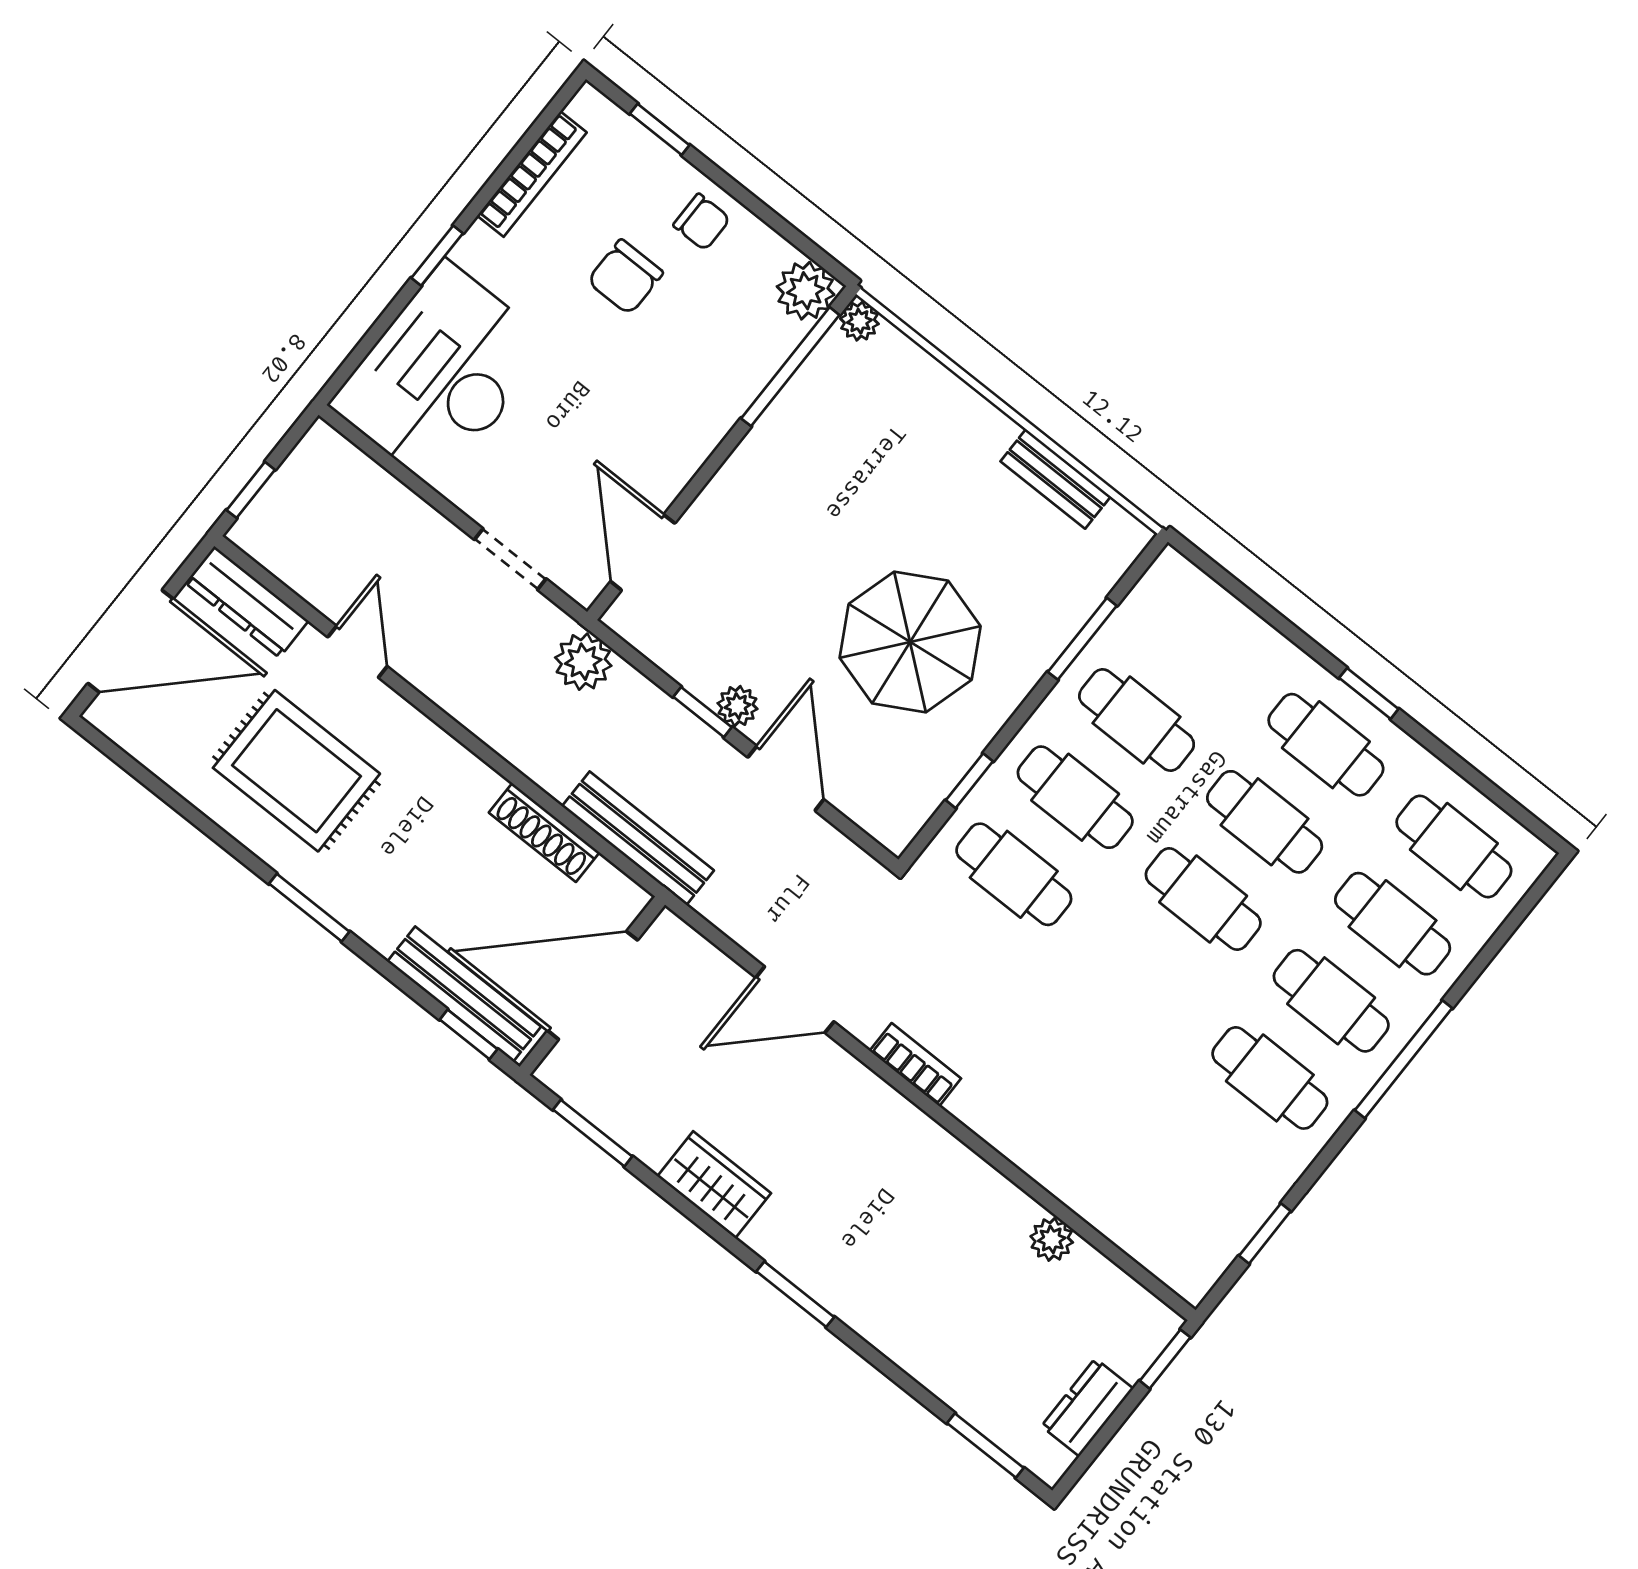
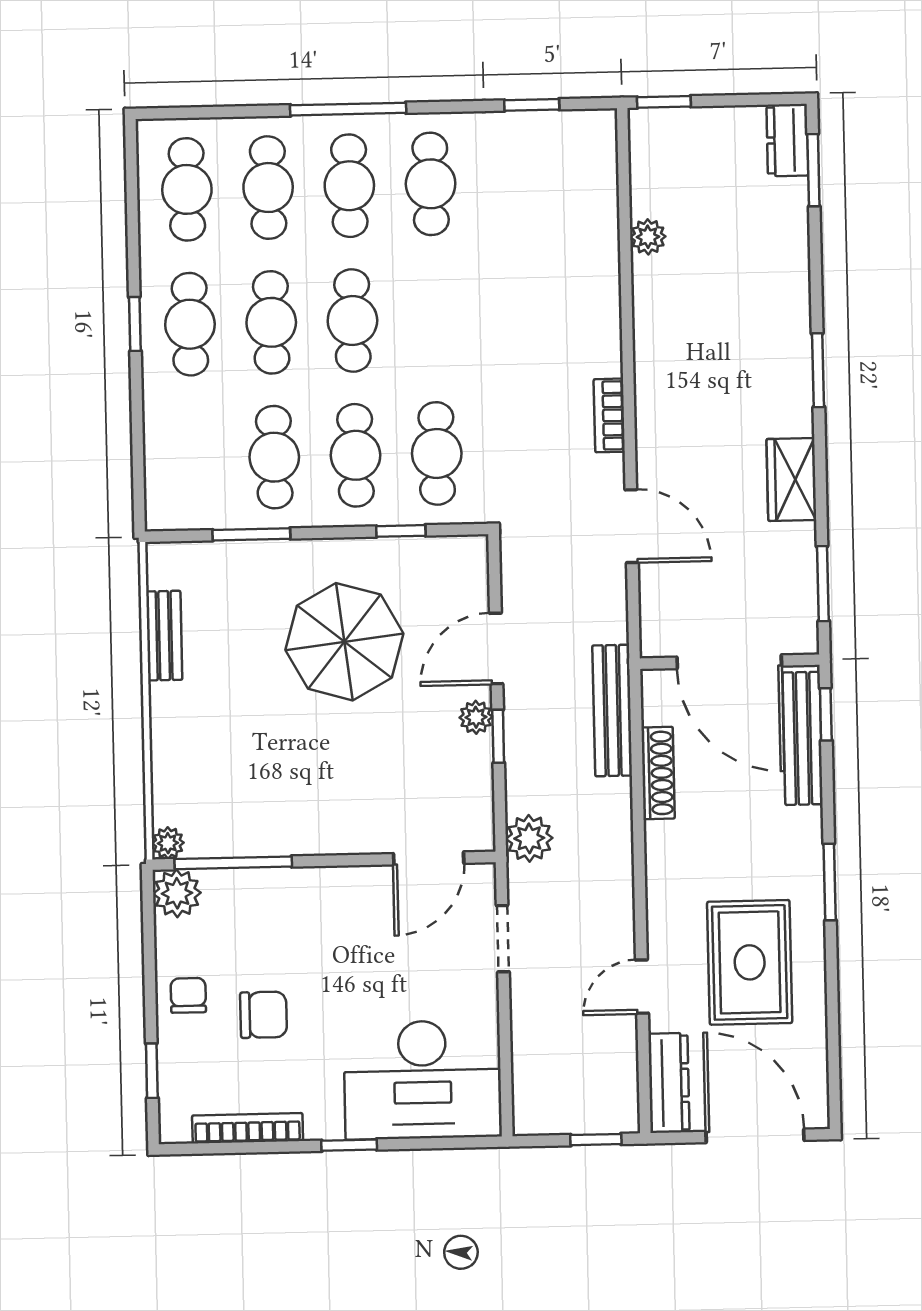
dresser: (1087, 1407) -> (787, 140), moved, turned 90

